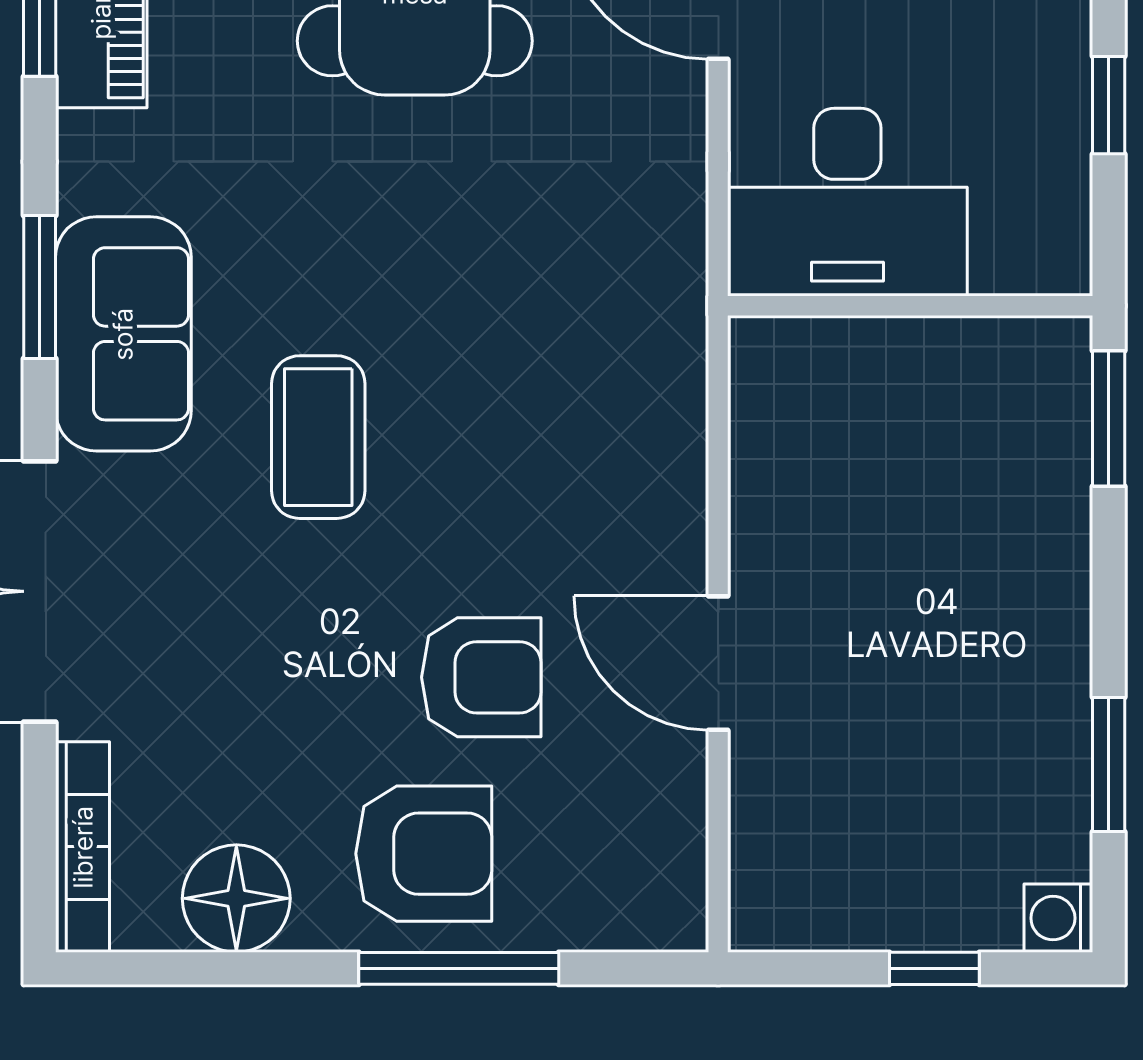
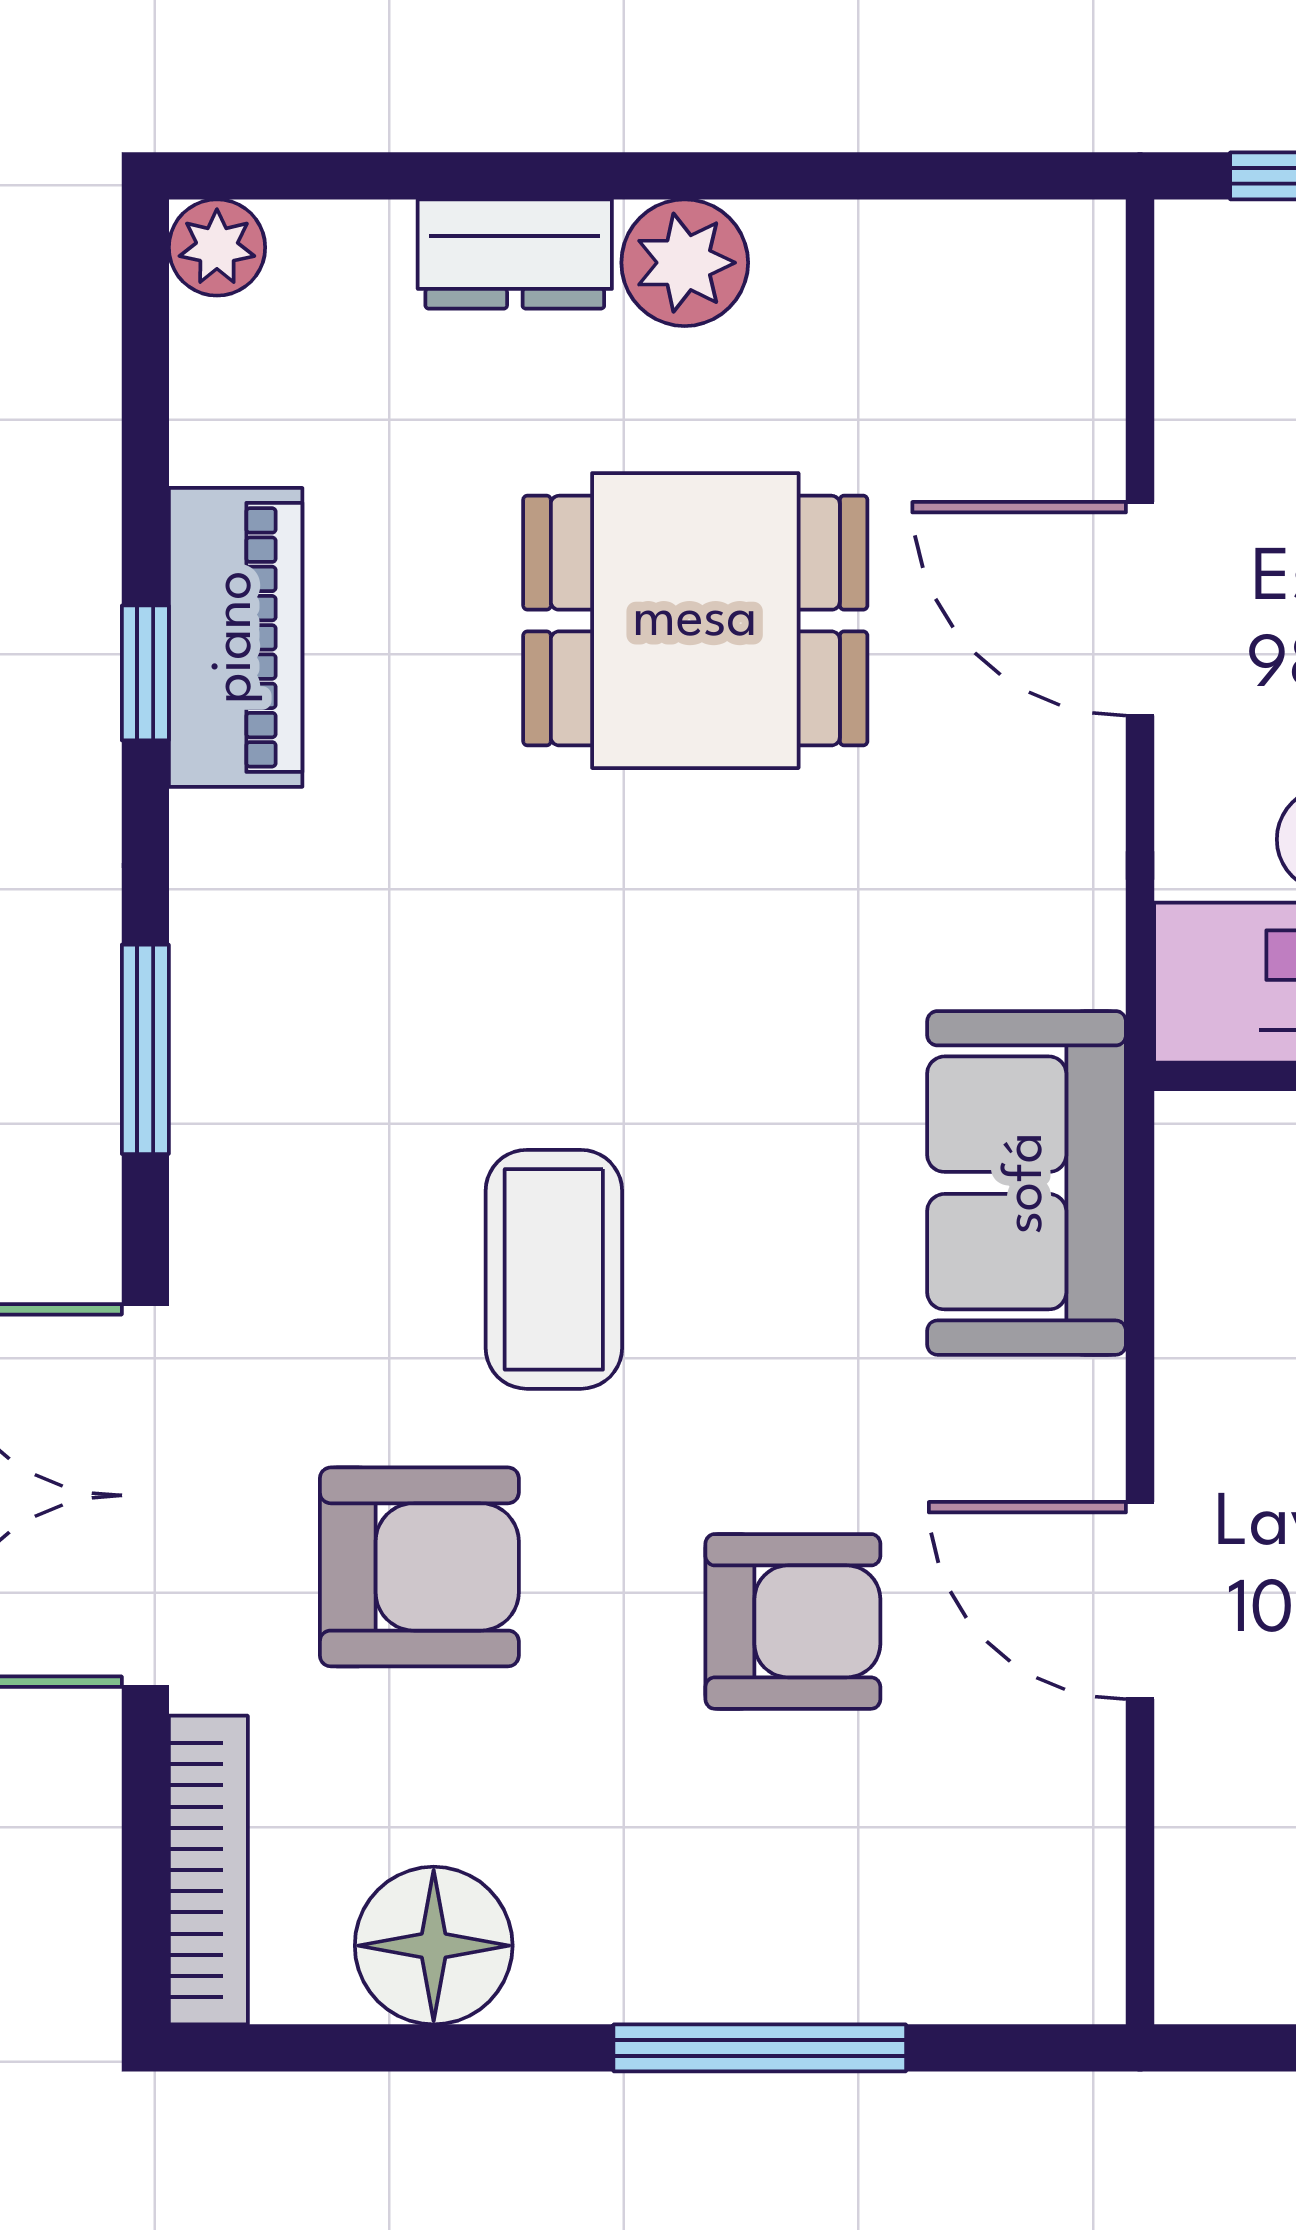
sofa: (123, 334) -> (1027, 1183), moved, turned 180
armchair: (424, 854) -> (419, 1567), moved

